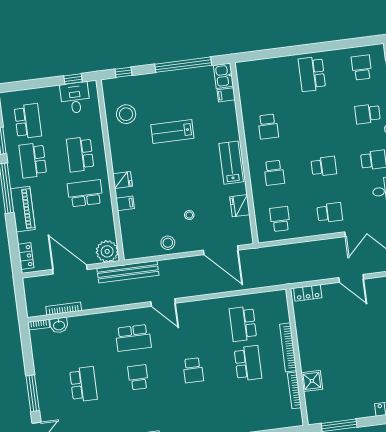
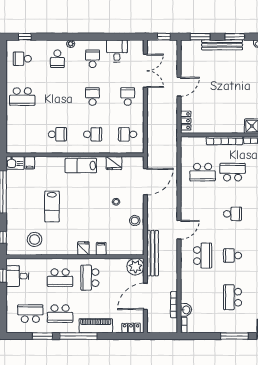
school desk: (83, 384) -> (233, 297), turned -90

